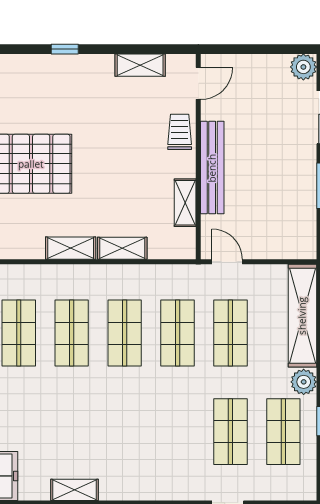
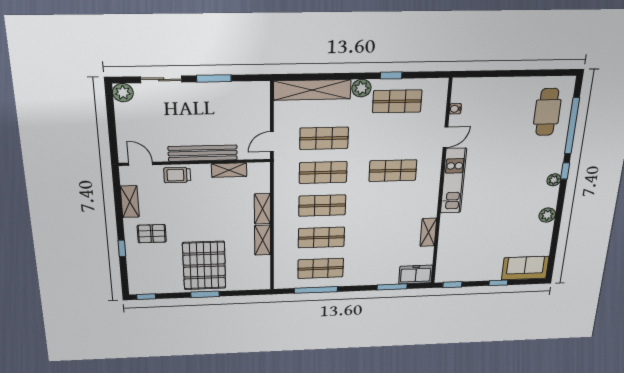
pallet: (87, 92) -> (152, 234), added
shop shelf: (230, 432) -> (393, 171), moved

